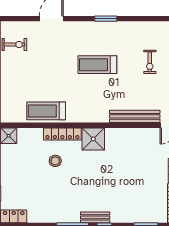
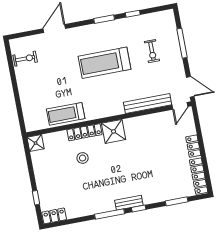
window: (137, 19) -> (133, 14), added
treadmill: (97, 65) -> (104, 63), width x1.37, depth x1.38

